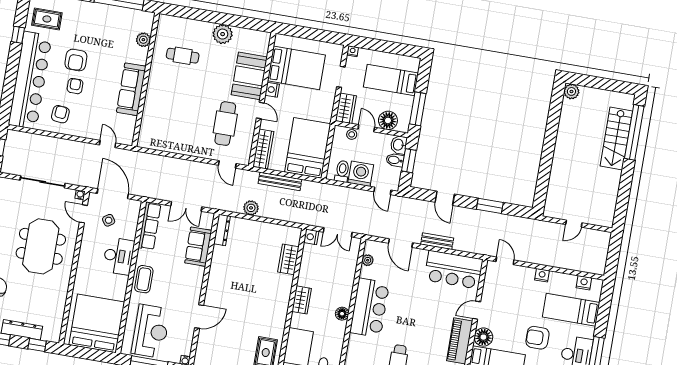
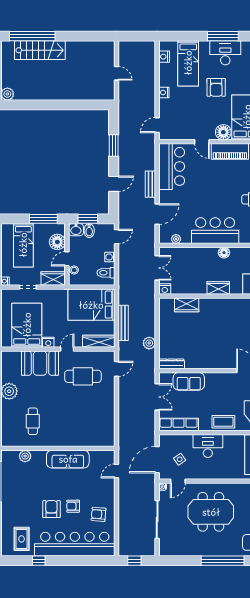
armchair: (76, 60) -> (51, 509), turned -90
washing machine: (361, 174) -> (110, 257), width x0.53, depth x0.53

